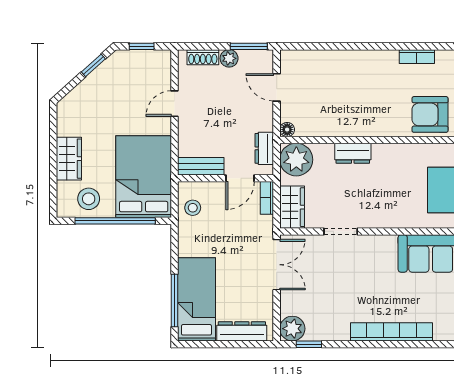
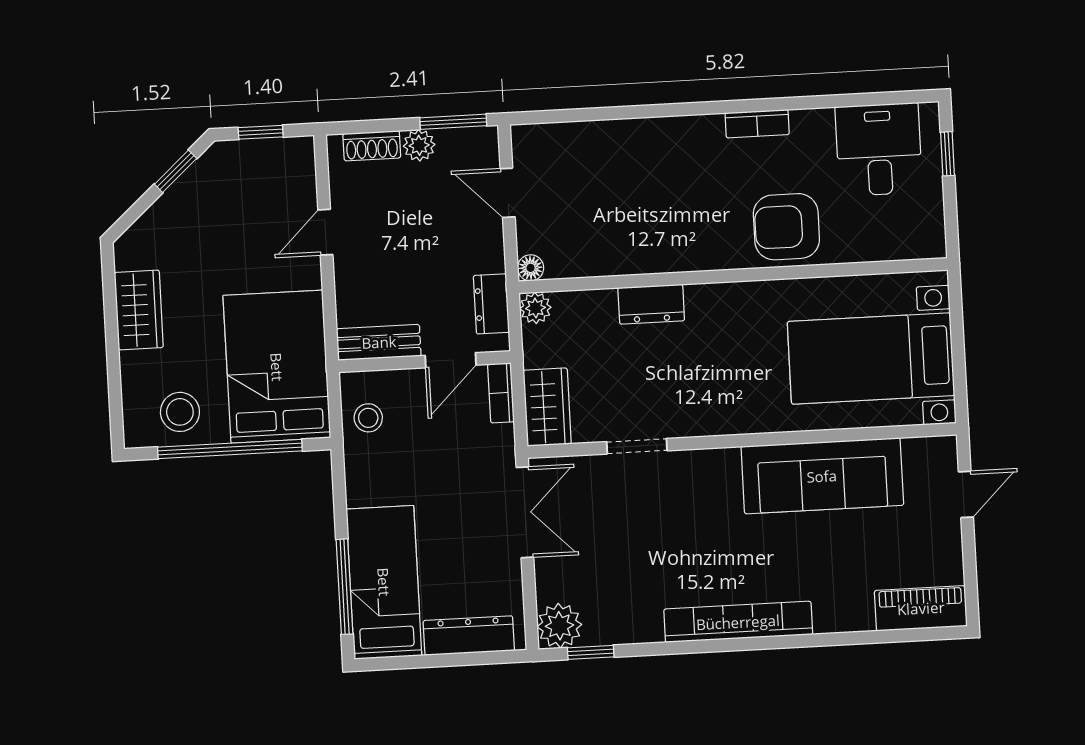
wardrobe: (69, 159) -> (139, 310), moved
plant: (296, 160) -> (535, 308), width x0.53, depth x0.53

